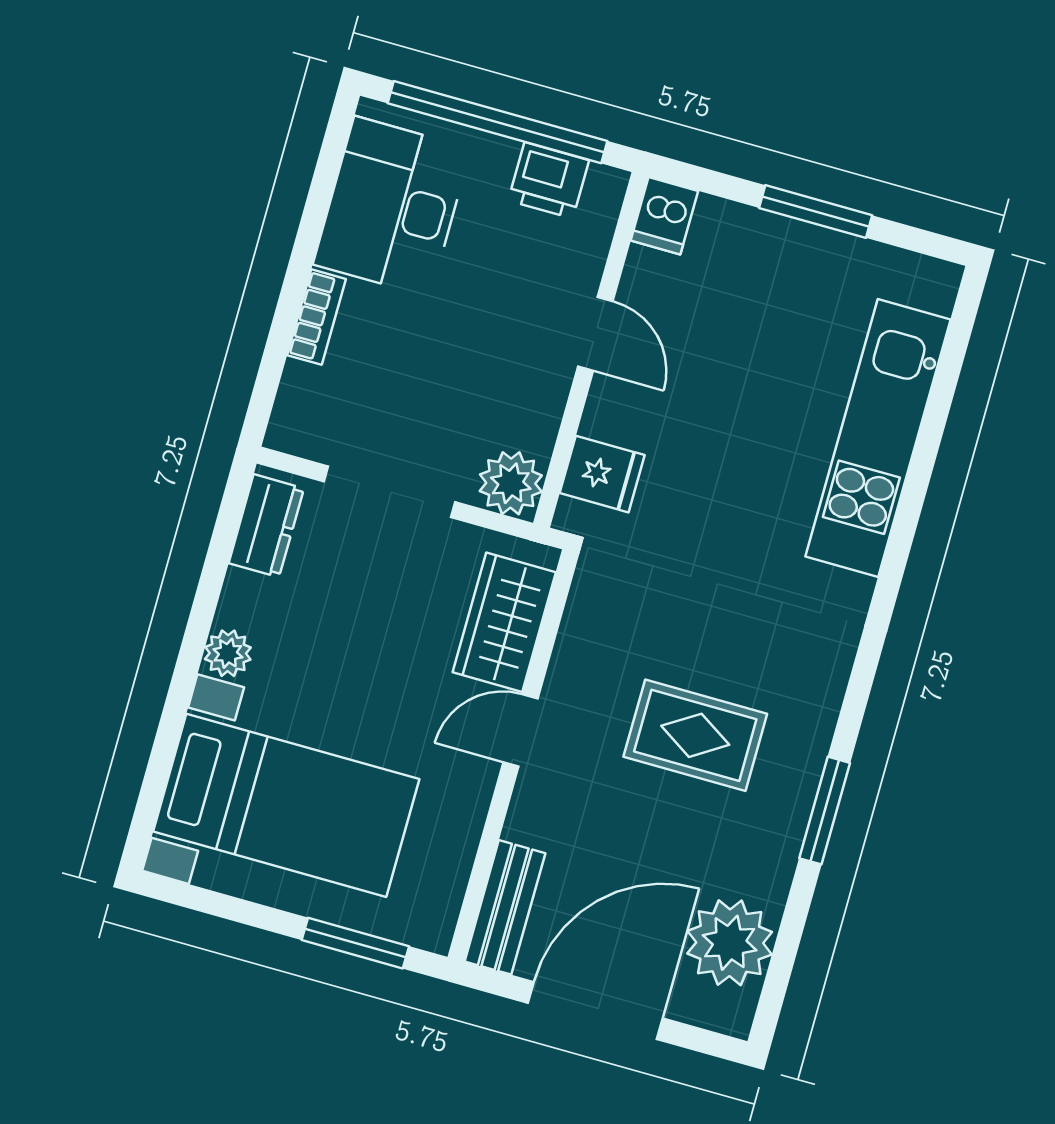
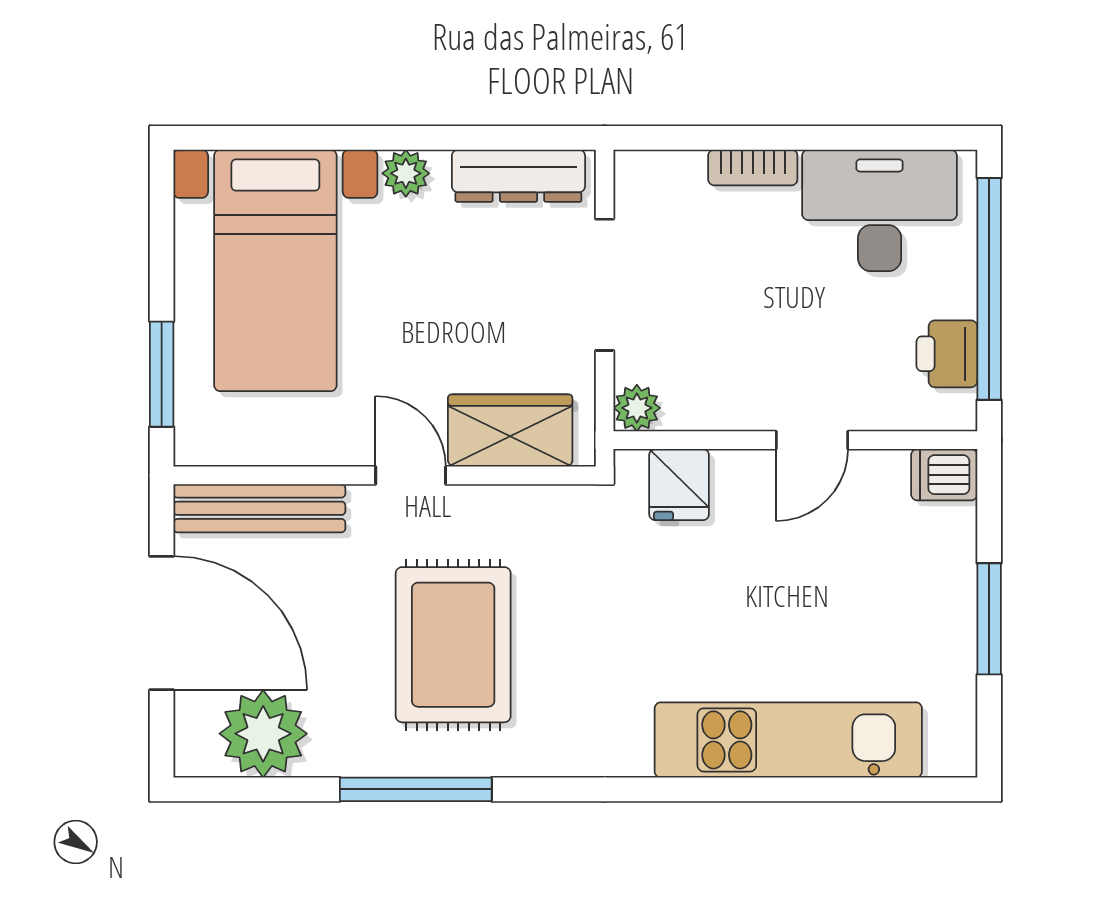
plant: (511, 483) -> (637, 408), width x0.73, depth x0.73
dresser: (266, 526) -> (518, 176), width x1.44
rug: (695, 735) -> (453, 645), width x1.36, depth x1.43
window: (825, 811) -> (416, 789), width x1.44
bench: (505, 907) -> (259, 508), width x1.36

